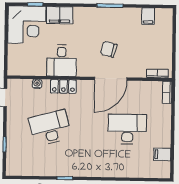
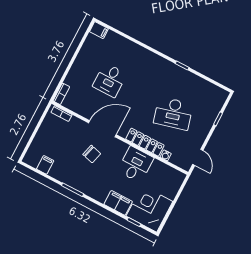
locker: (63, 86) -> (145, 142), width x1.53
desk: (127, 129) -> (110, 80), width x0.73
filing cabinet: (162, 154) -> (99, 30), moved

